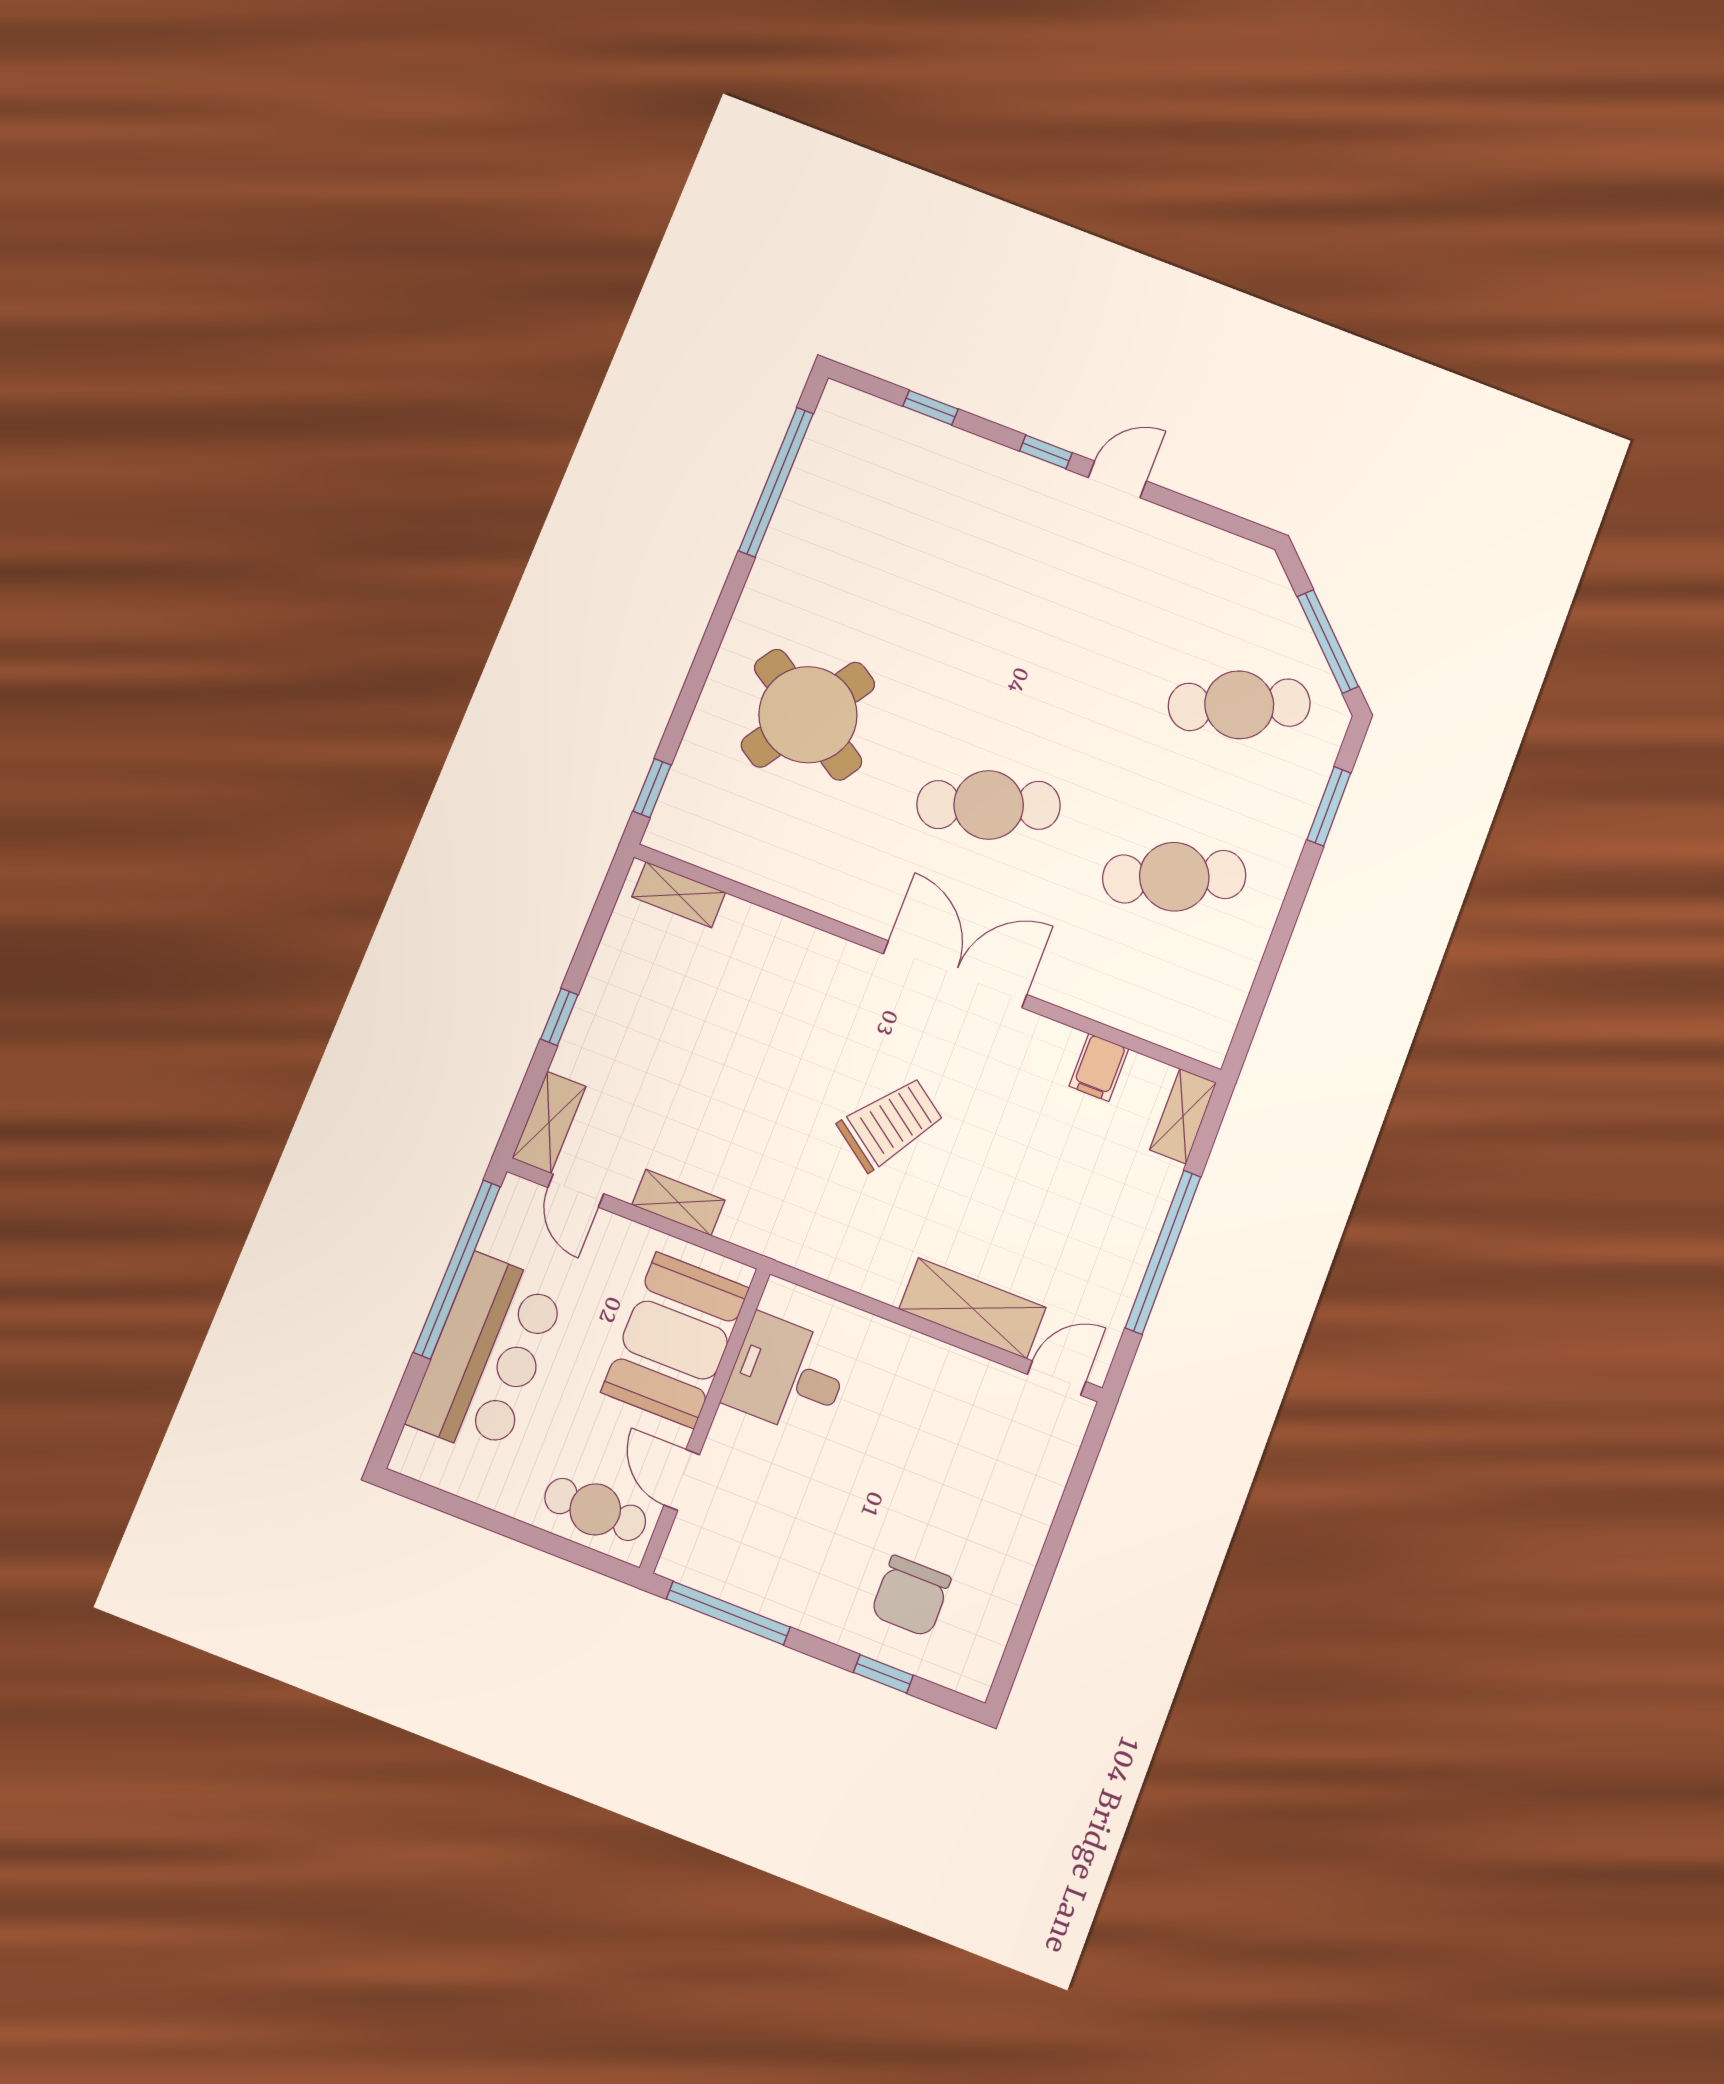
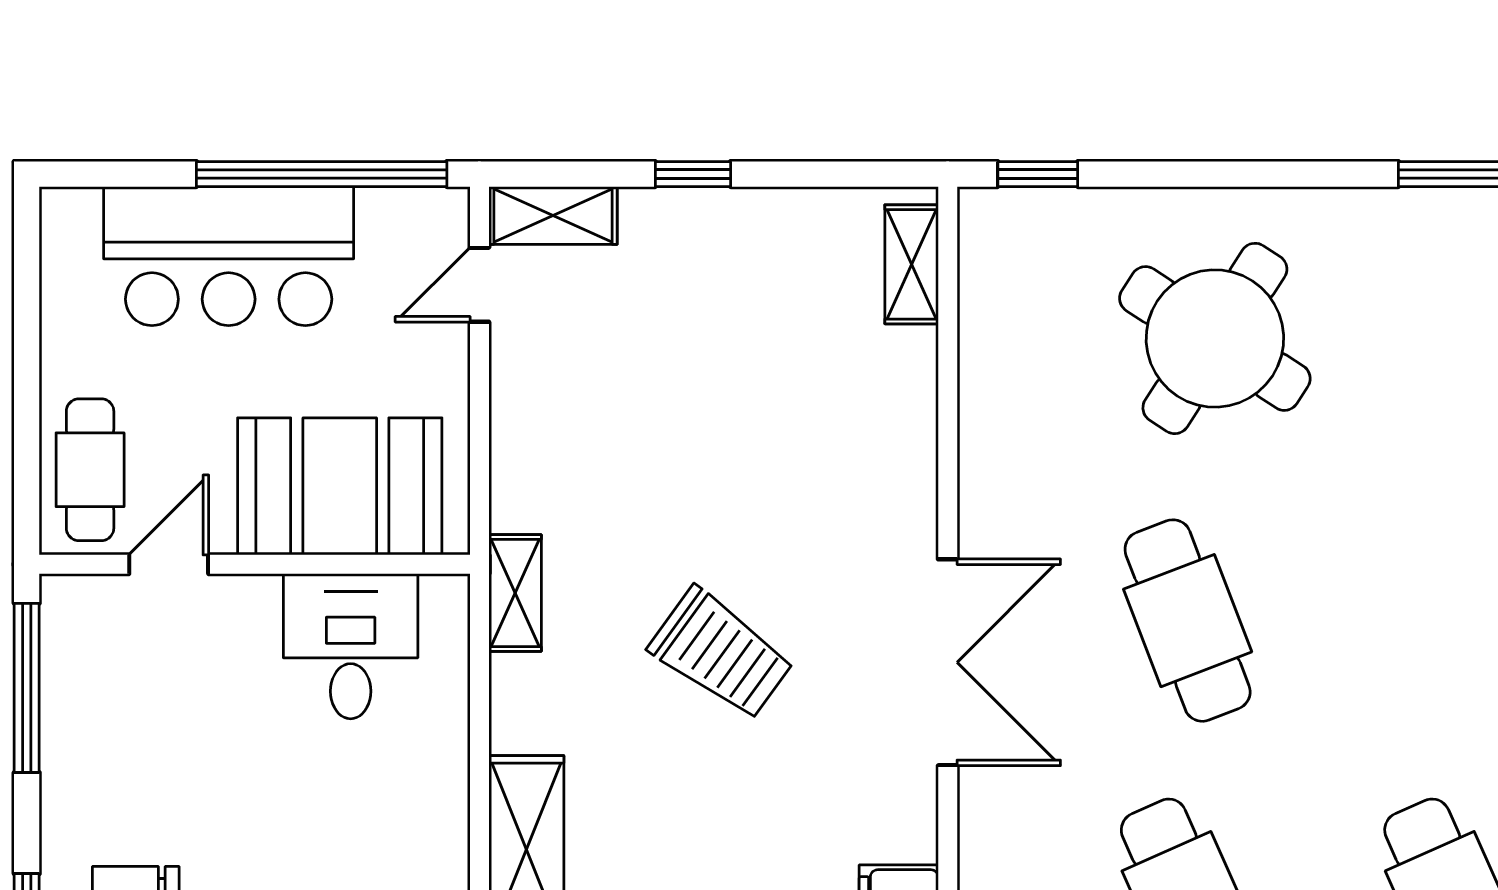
shelving: (678, 1202) -> (515, 593), moved

